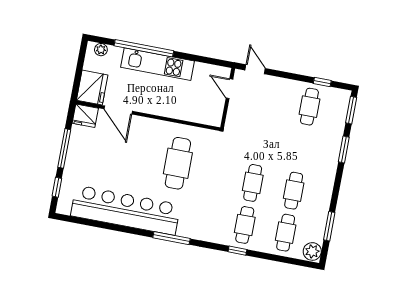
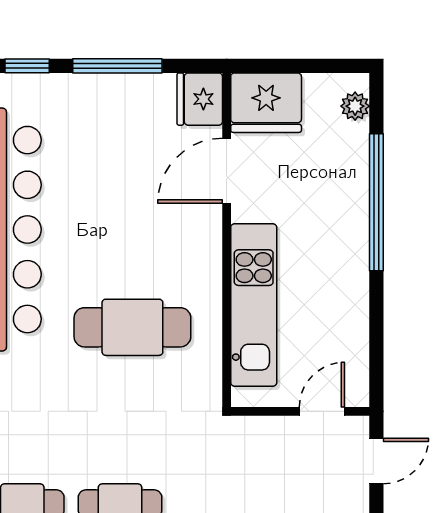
kitchen unit: (157, 64) -> (254, 305), moved, turned 180

